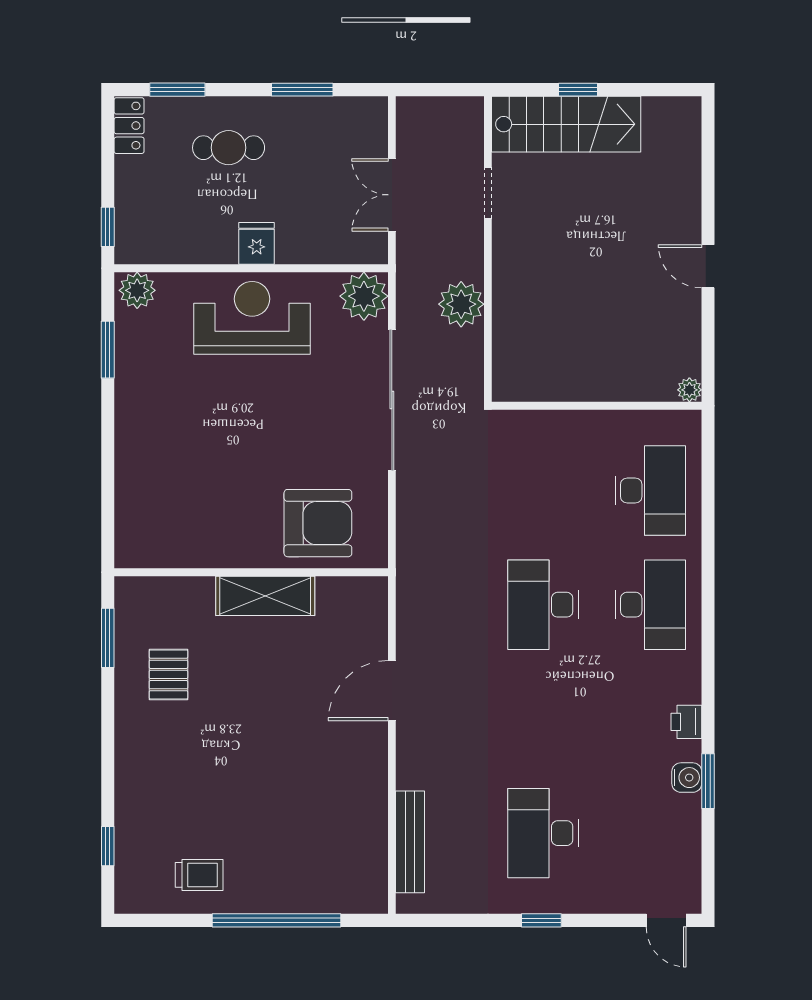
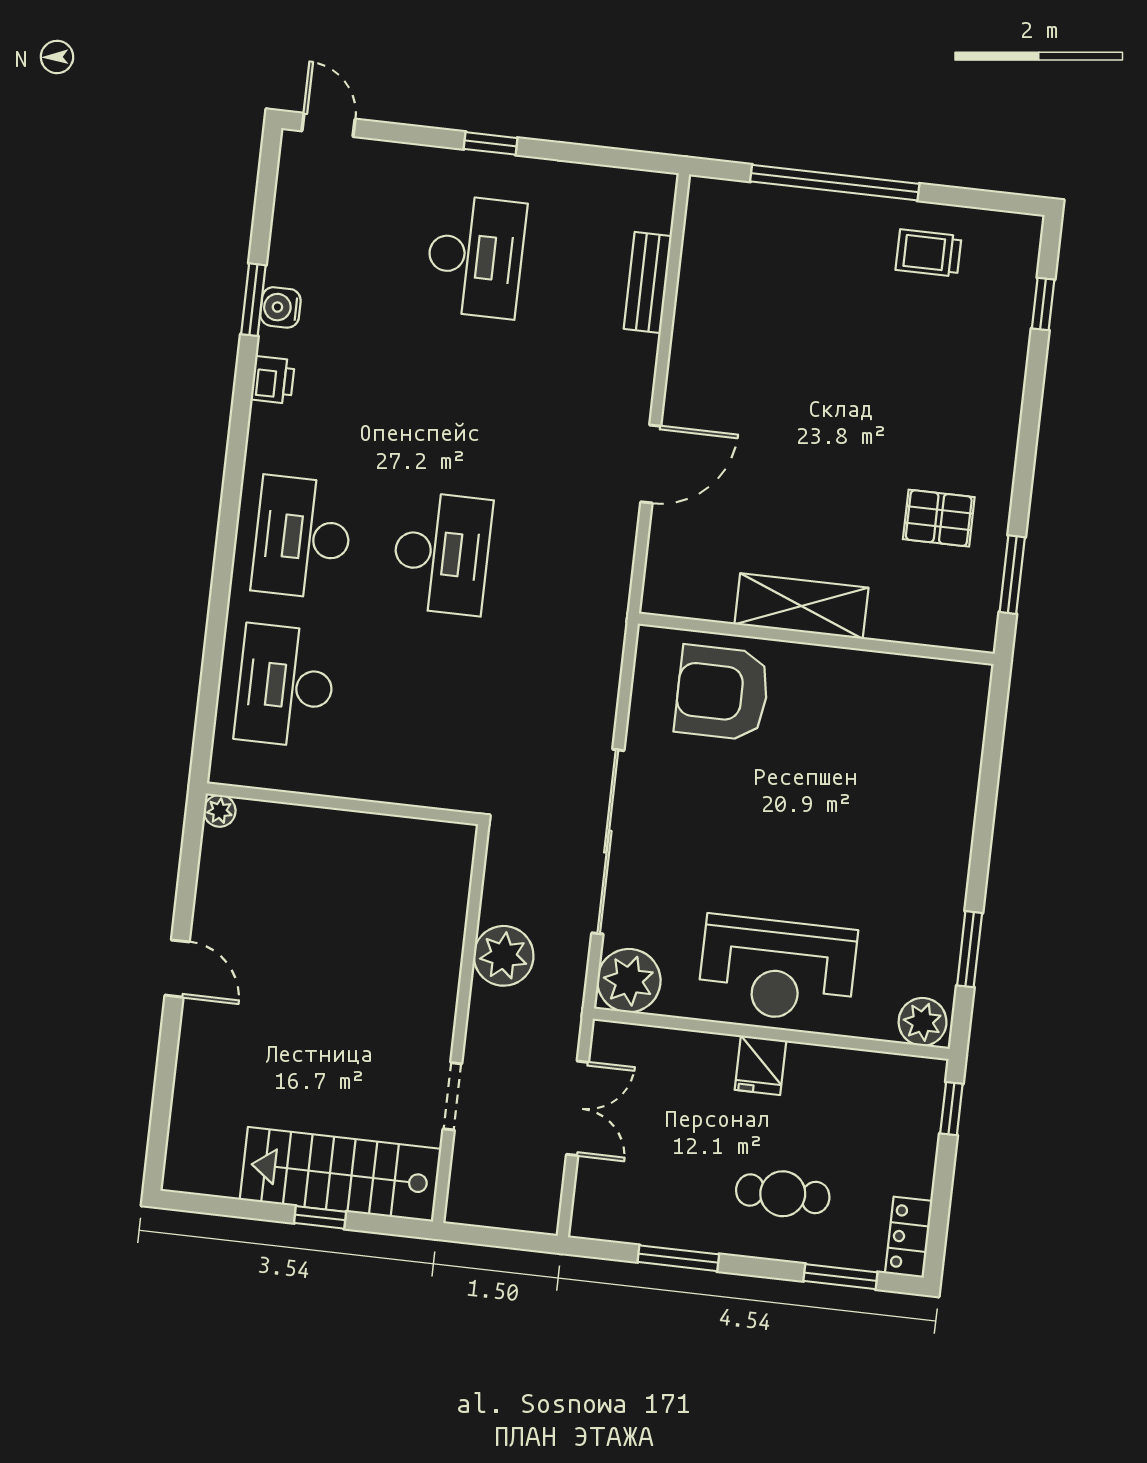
pallet: (168, 674) -> (939, 518), turned 90
bench: (410, 842) -> (648, 282), width x0.73

